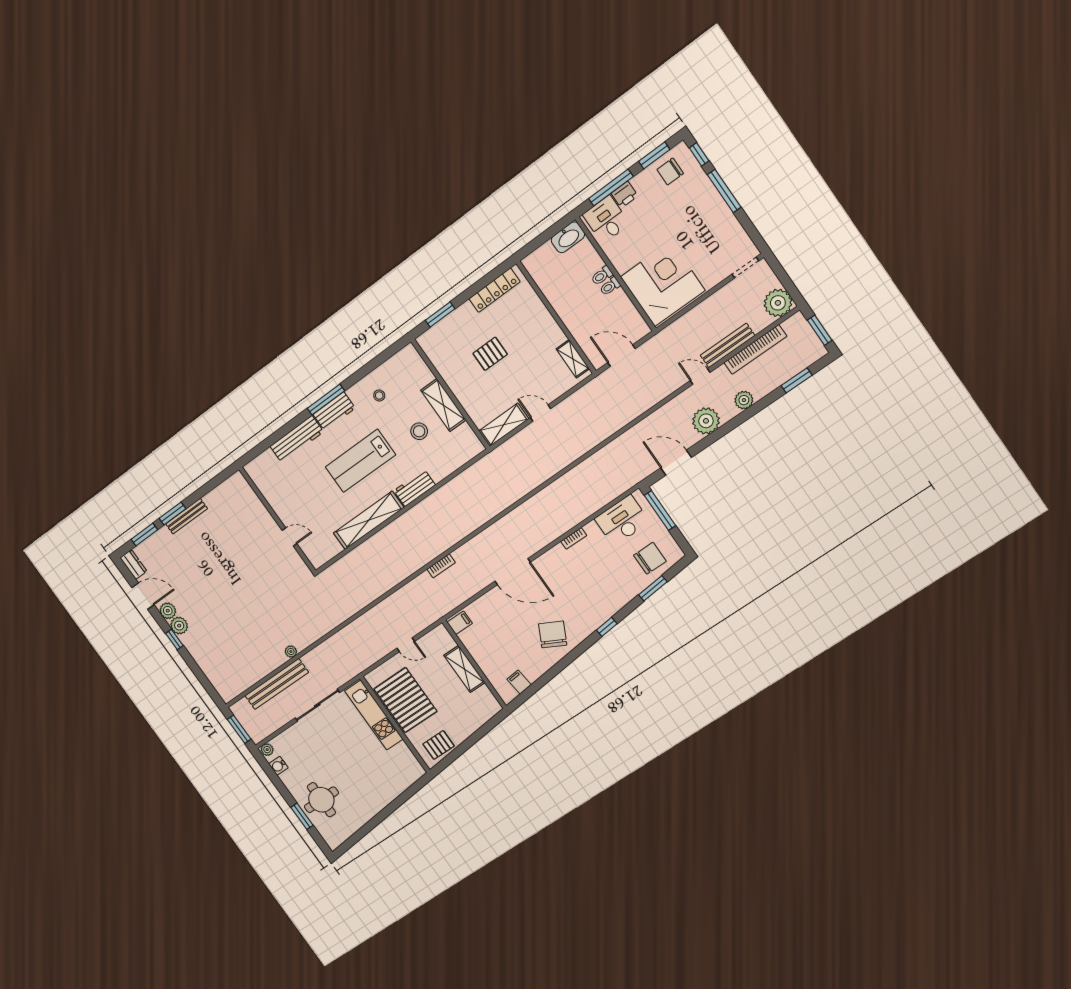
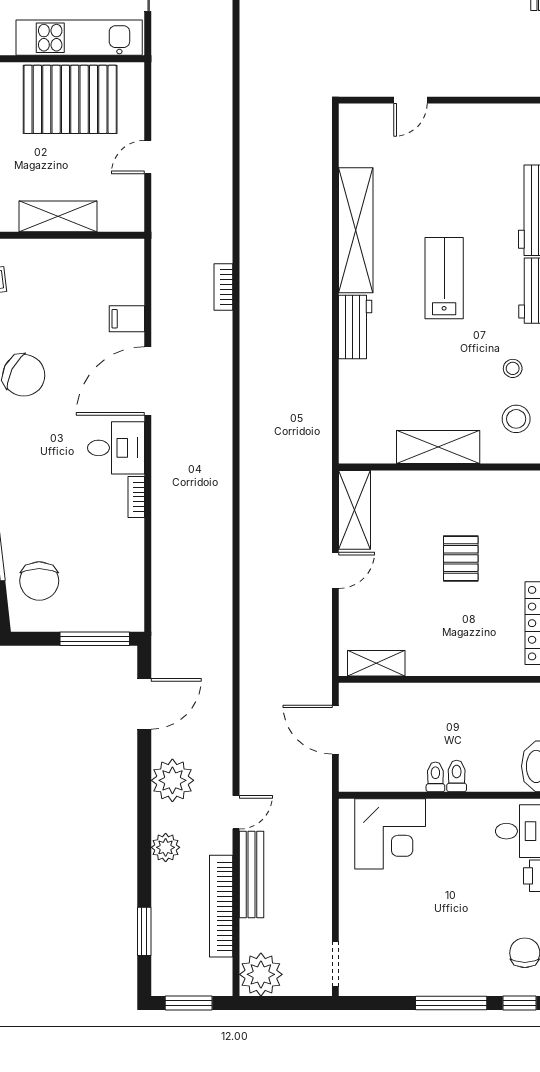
corner desk: (663, 284) -> (390, 834), width x0.74, depth x0.74
door: (621, 356) -> (335, 730), swing flipped
stool: (419, 431) -> (516, 419), moved
lab bench: (360, 461) -> (444, 278), width x0.73, depth x0.72
desk: (622, 520) -> (116, 448), moved, width x0.73
filing cabinet: (460, 623) -> (127, 319), moved, turned 90

